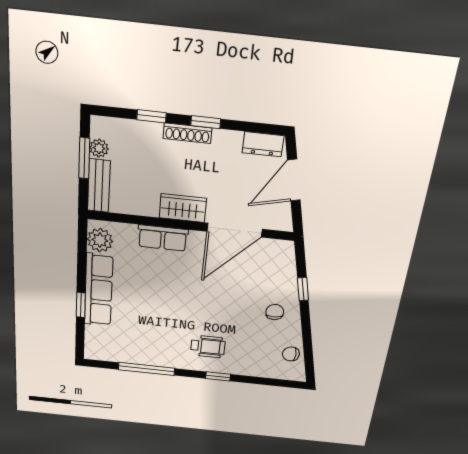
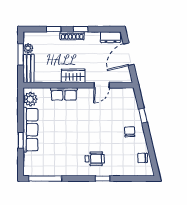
door: (235, 230) -> (102, 85), width x0.53
window: (147, 369) -> (45, 179), moved

